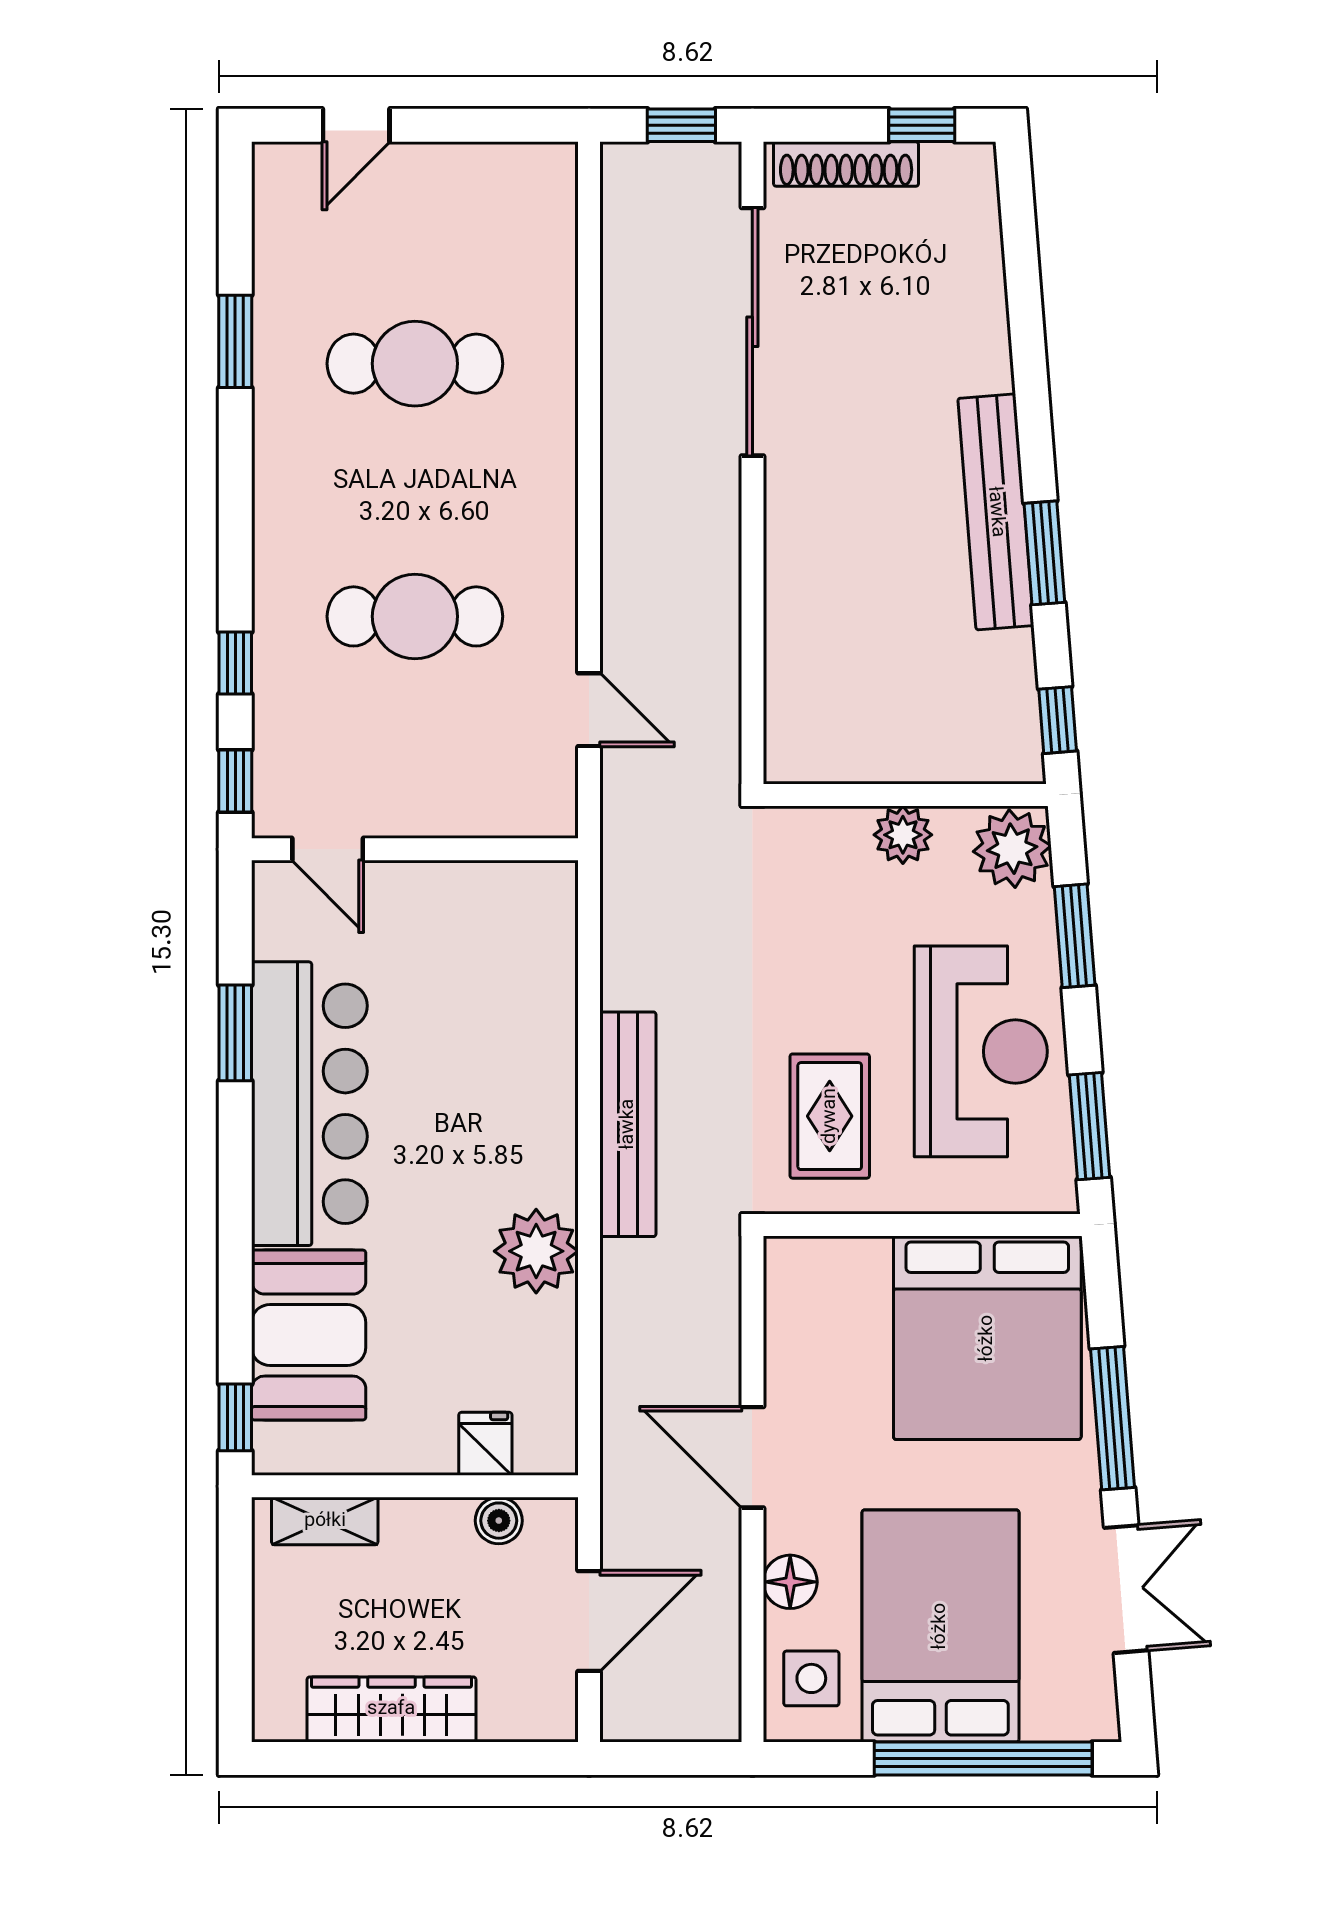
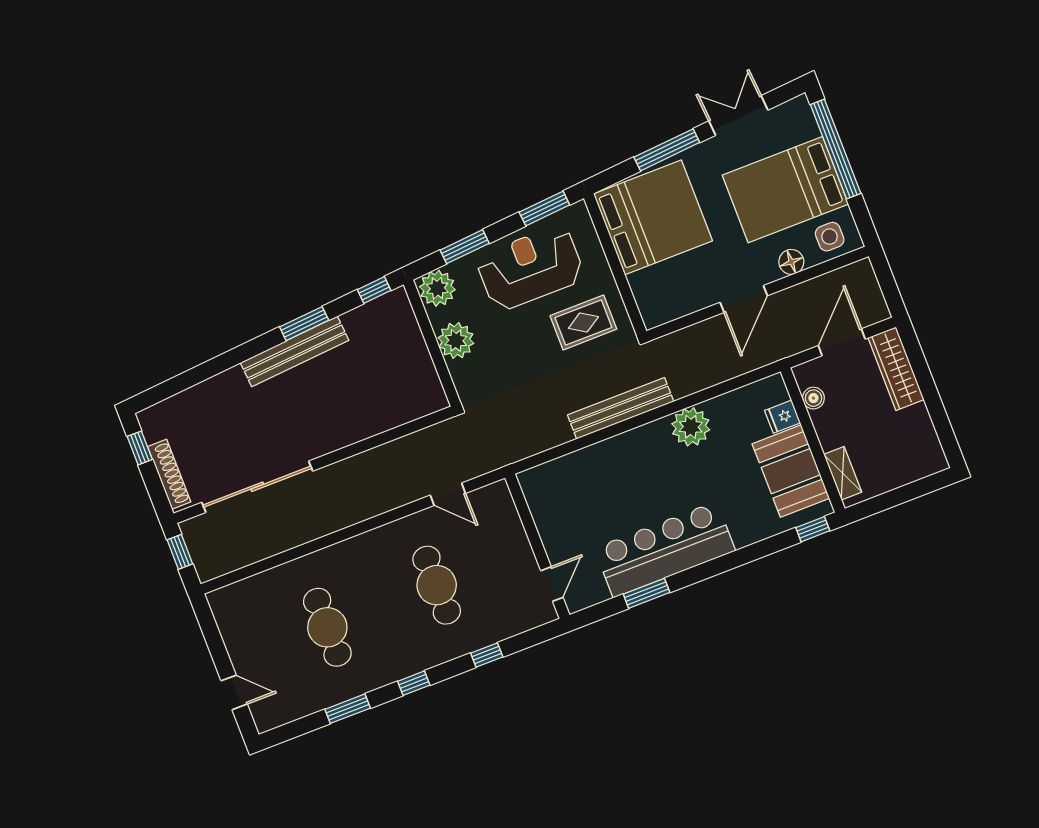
door: (589, 710) -> (448, 494), swing flipped
window: (235, 781) -> (414, 683), moved
plant: (903, 835) -> (456, 341), width x1.36, depth x1.36
booth: (309, 1335) -> (791, 471), moved, turned 90
door: (589, 1621) -> (842, 342), hinge flipped
wardrobe: (391, 1709) -> (896, 369), moved

